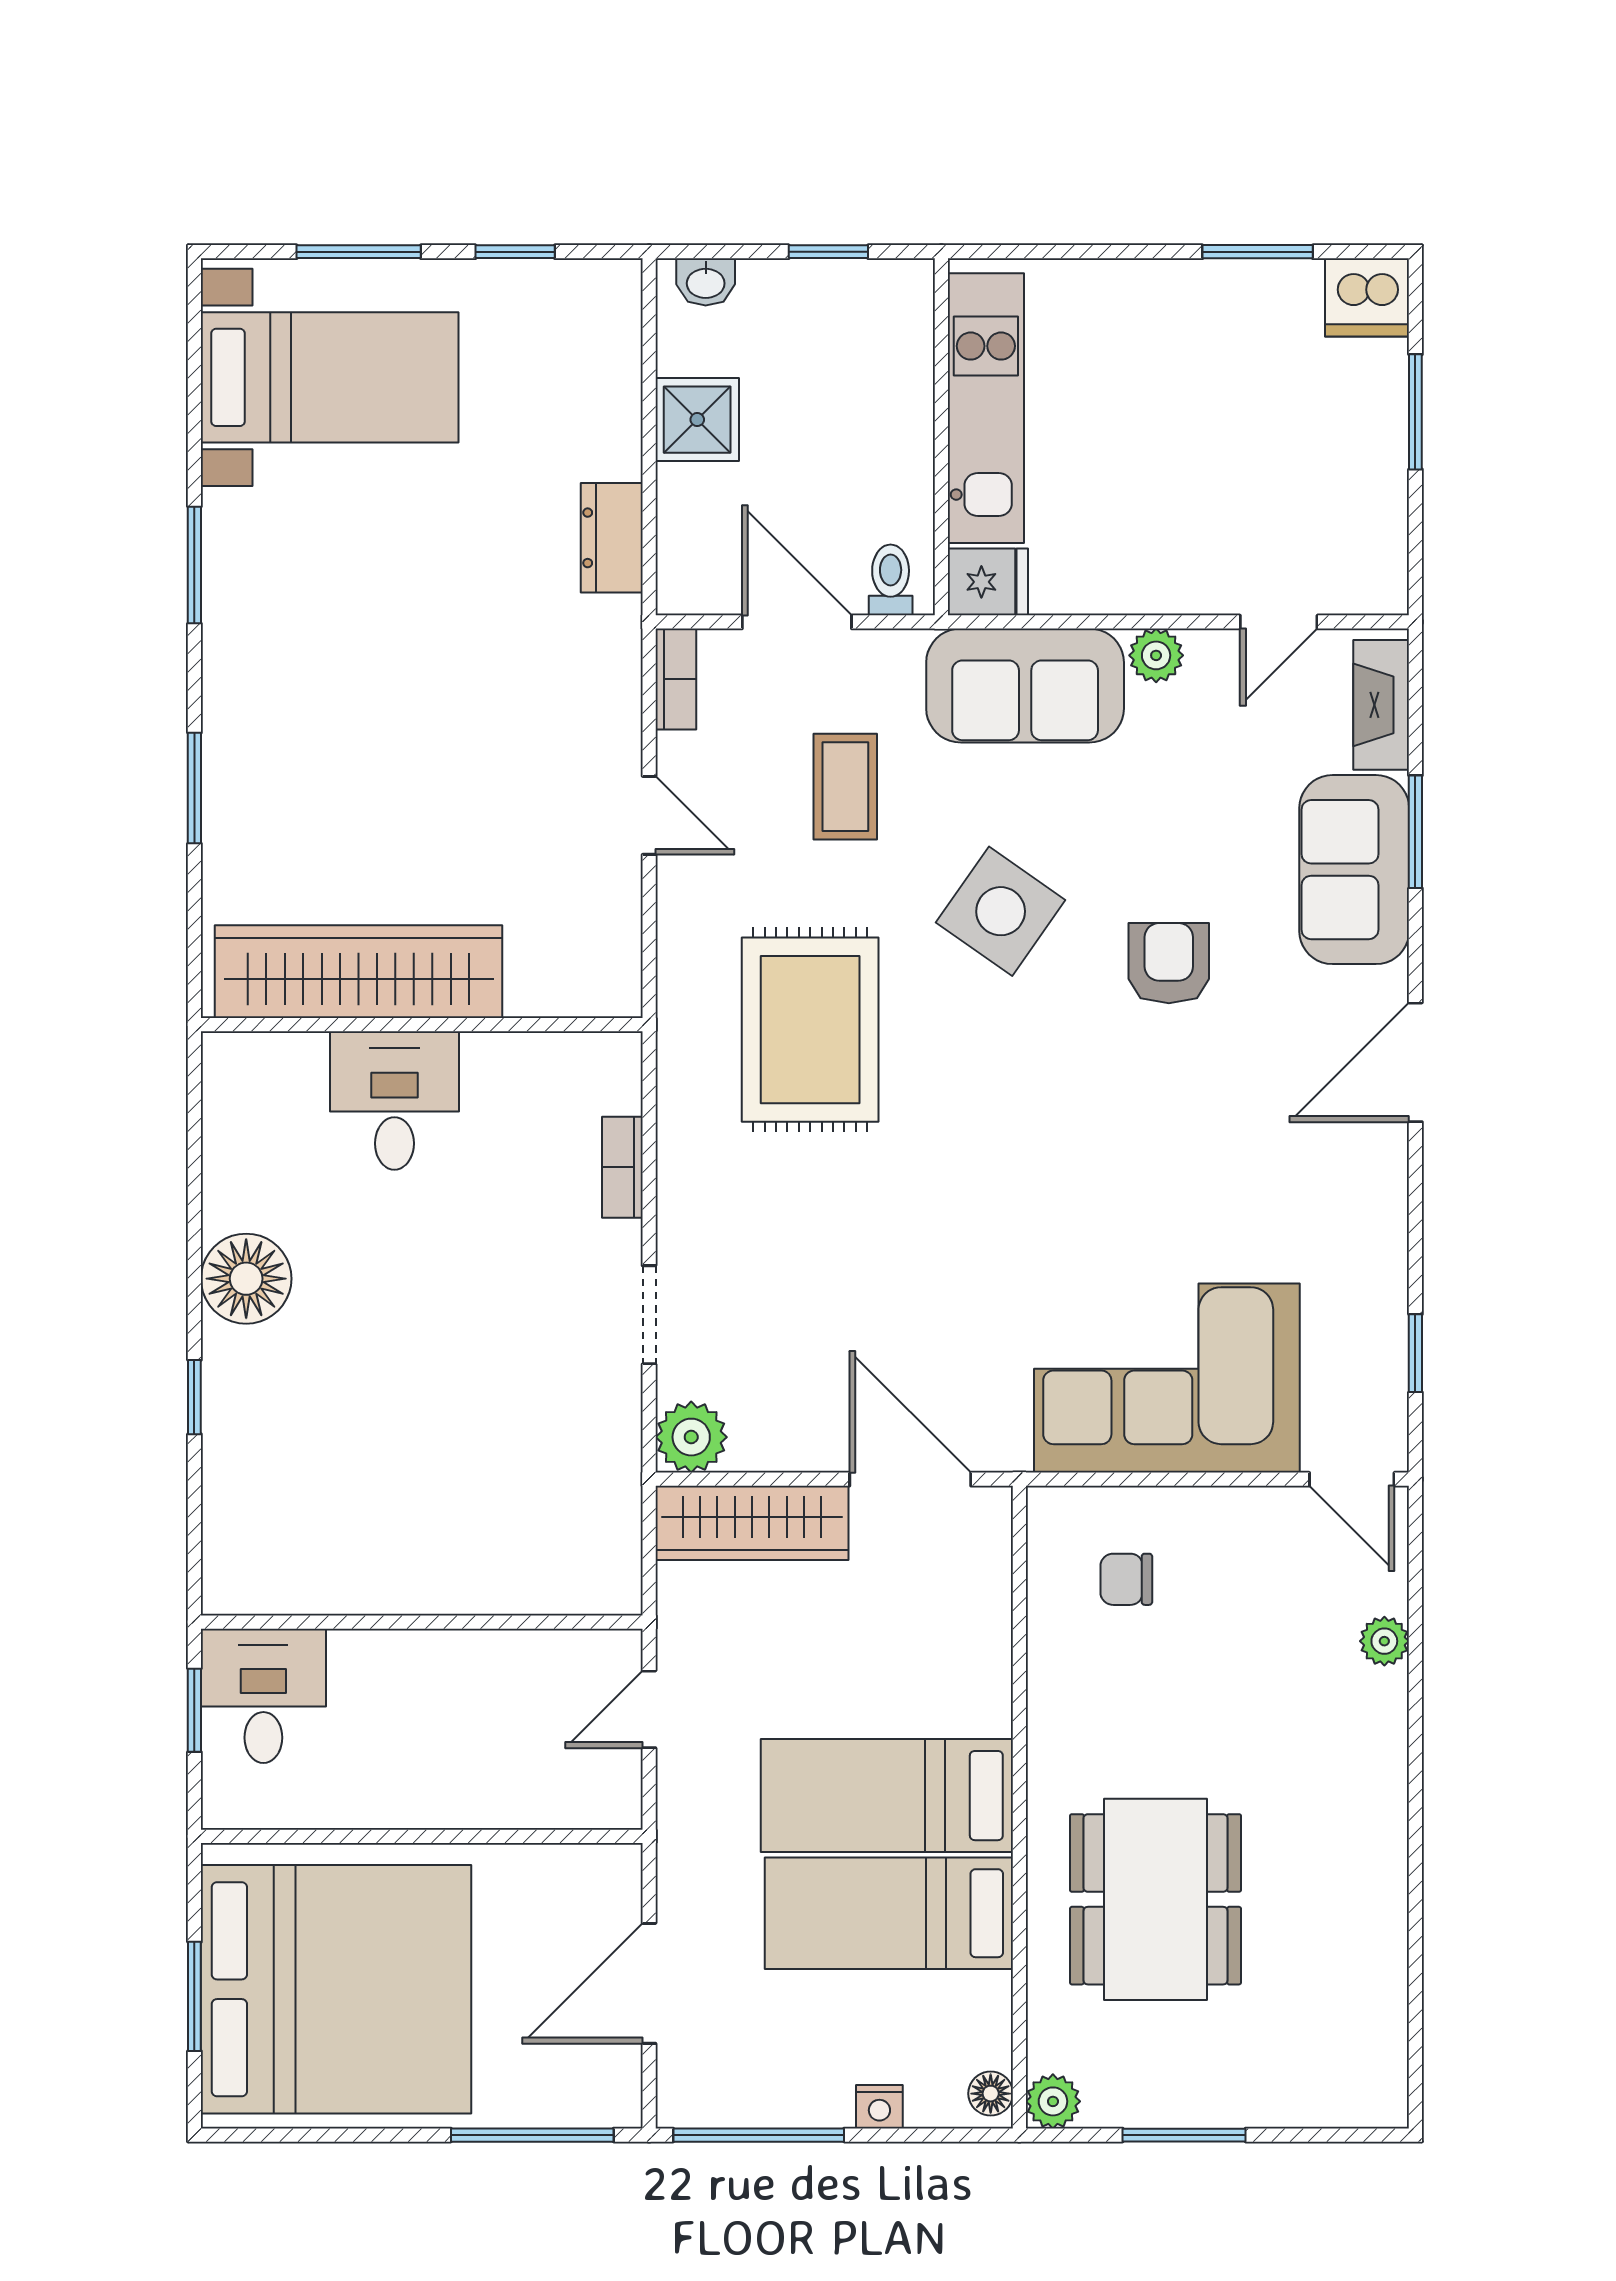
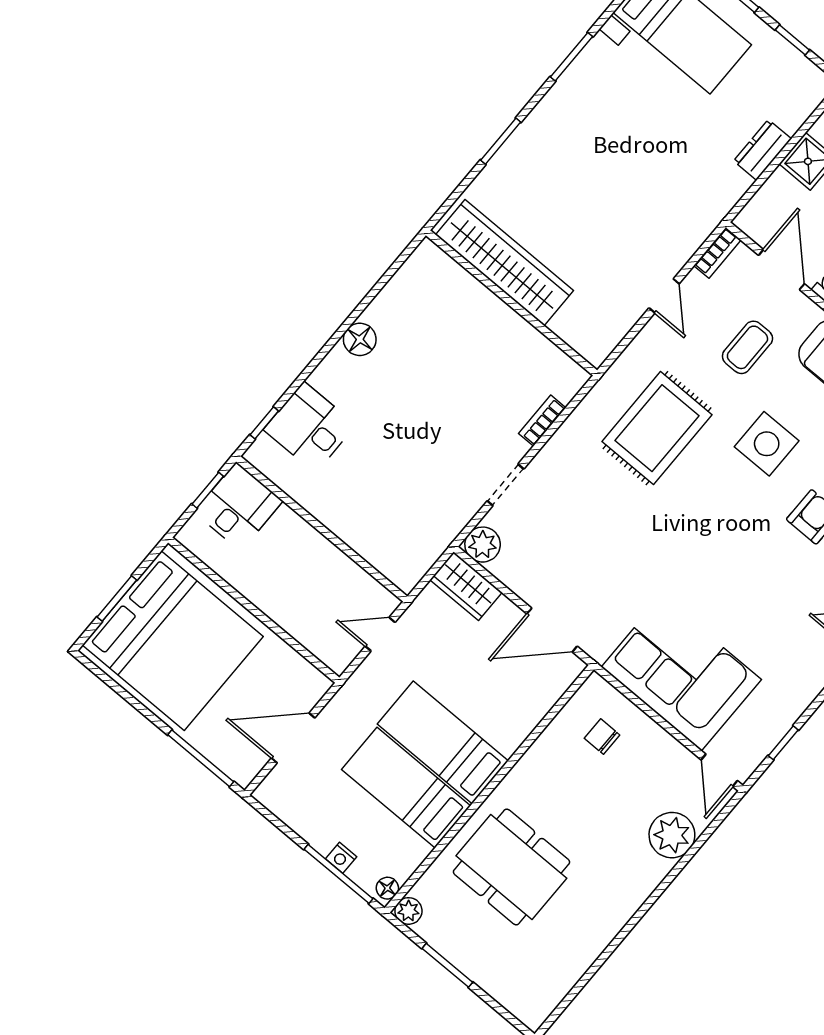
dresser: (612, 538) -> (762, 150), moved
side table: (1001, 911) -> (767, 444), turned -35
desk: (394, 1100) -> (310, 427), moved, turned -90
floor lamp: (246, 1279) -> (360, 339), width x0.73, depth x0.73
window: (194, 1397) -> (264, 423), moved
door: (910, 1479) -> (552, 630), swing flipped
wardrobe: (752, 1523) -> (466, 586), width x0.67
plant: (1384, 1641) -> (672, 835), width x1.88, depth x1.88
dining table: (1156, 1899) -> (511, 867), turned 90
window: (759, 2135) -> (339, 874), moved

